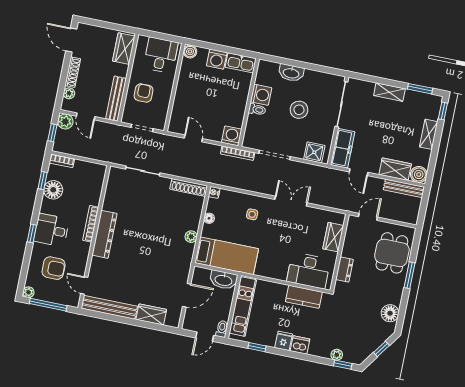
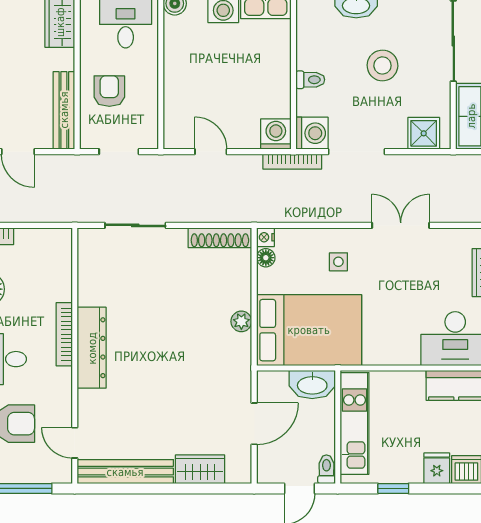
washing machine: (261, 95) -> (312, 133), moved
floor lamp: (209, 218) -> (266, 258), moved
bed: (227, 256) -> (309, 330), width x1.50

